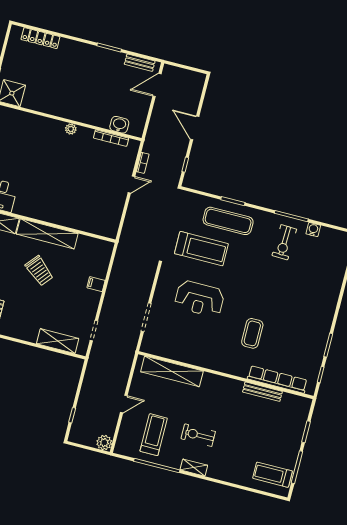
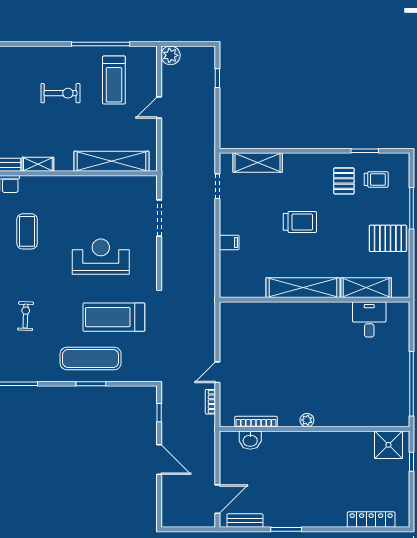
exercise bike: (284, 242) -> (26, 316), moved, width x0.73, depth x0.72
trolley: (39, 271) -> (300, 222), moved, turned 140
shelving: (194, 468) -> (38, 164), moved

